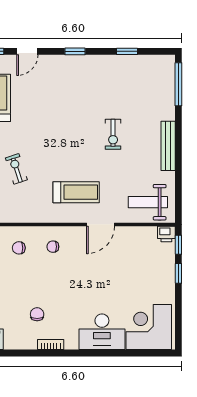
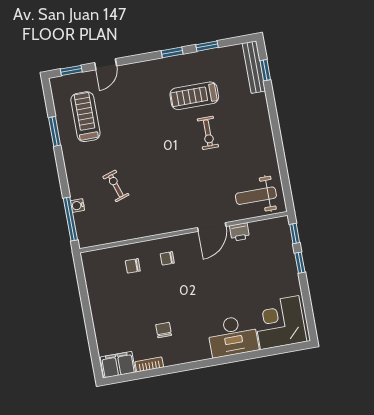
window: (75, 51) -> (172, 52), moved
window: (178, 84) -> (265, 70), width x0.46
bench: (168, 146) -> (254, 67), moved
treadmill: (76, 192) -> (194, 96), moved, turned 180
printer: (166, 234) -> (240, 232), moved
bookcase: (51, 344) -> (149, 364), moved

